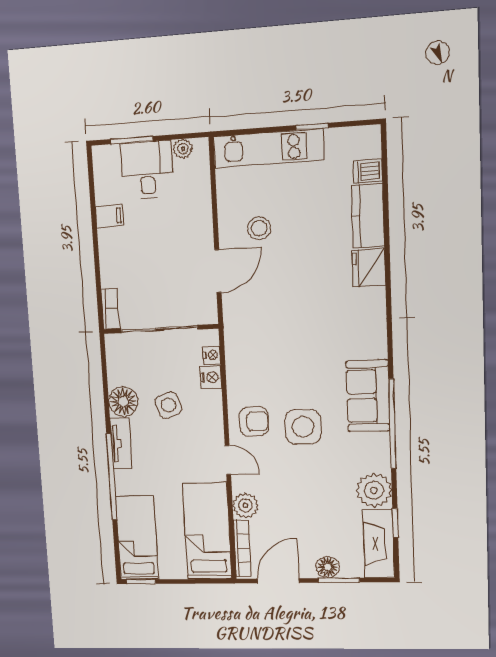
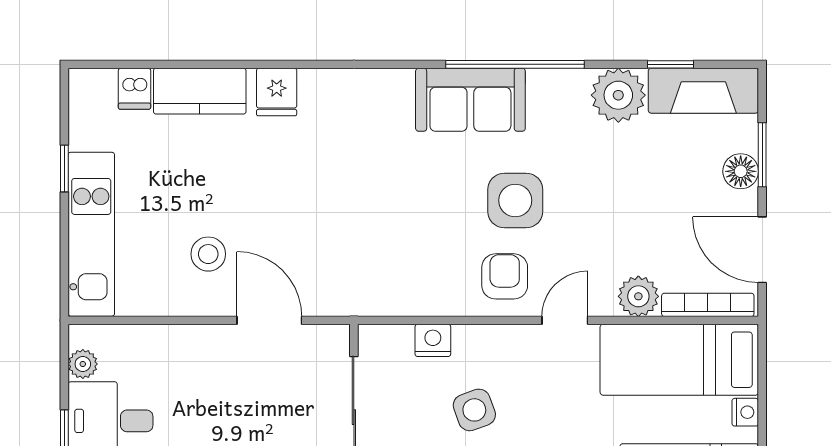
fridge: (369, 268) -> (277, 92), width x0.72
nightstand: (212, 355) -> (745, 412), moved, turned 90

